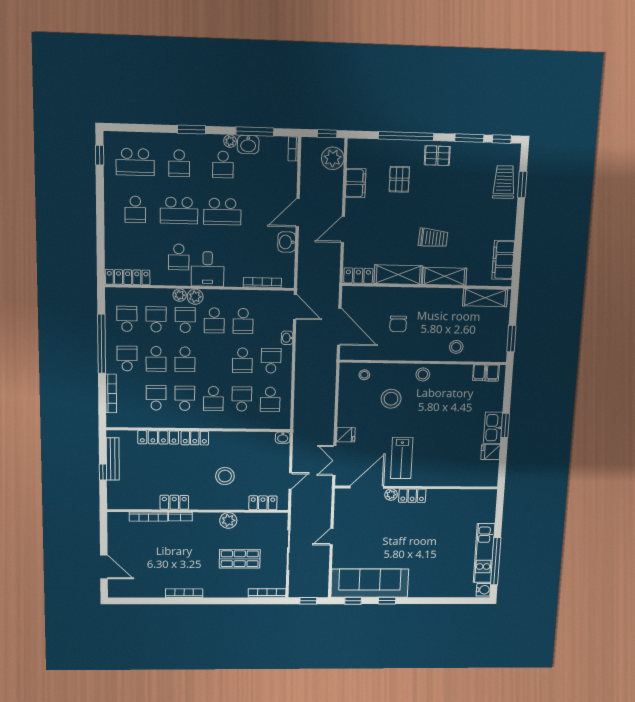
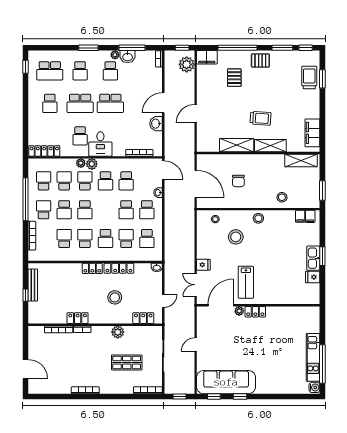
filing cabinet: (356, 183) -> (207, 57), moved, turned 90
locker: (358, 276) -> (208, 146), removed
school desk: (271, 361) -> (147, 210), turned 180
locker: (158, 437) -> (119, 268), moved

